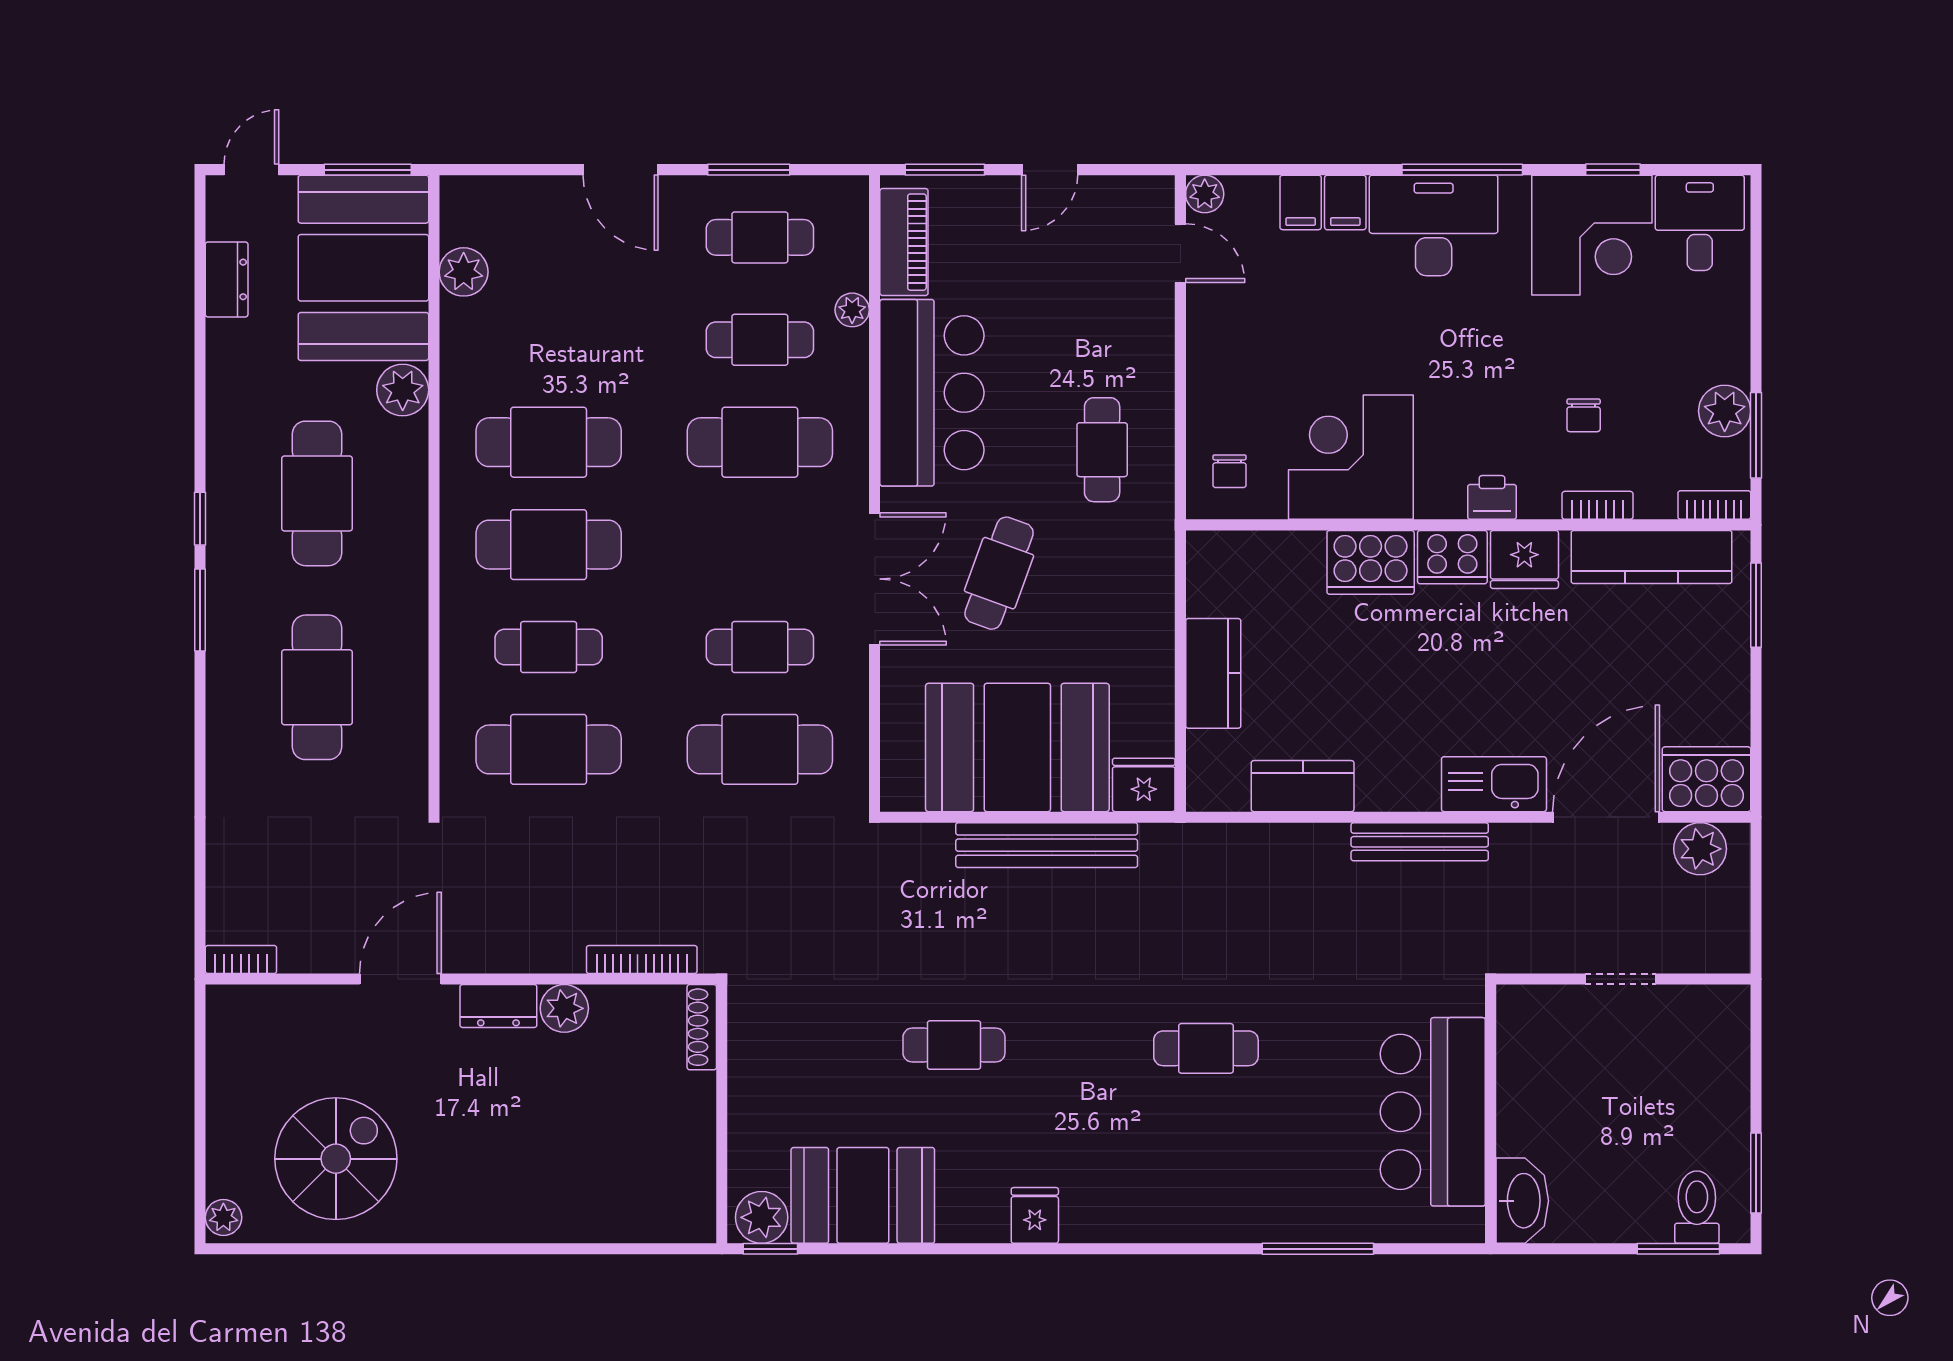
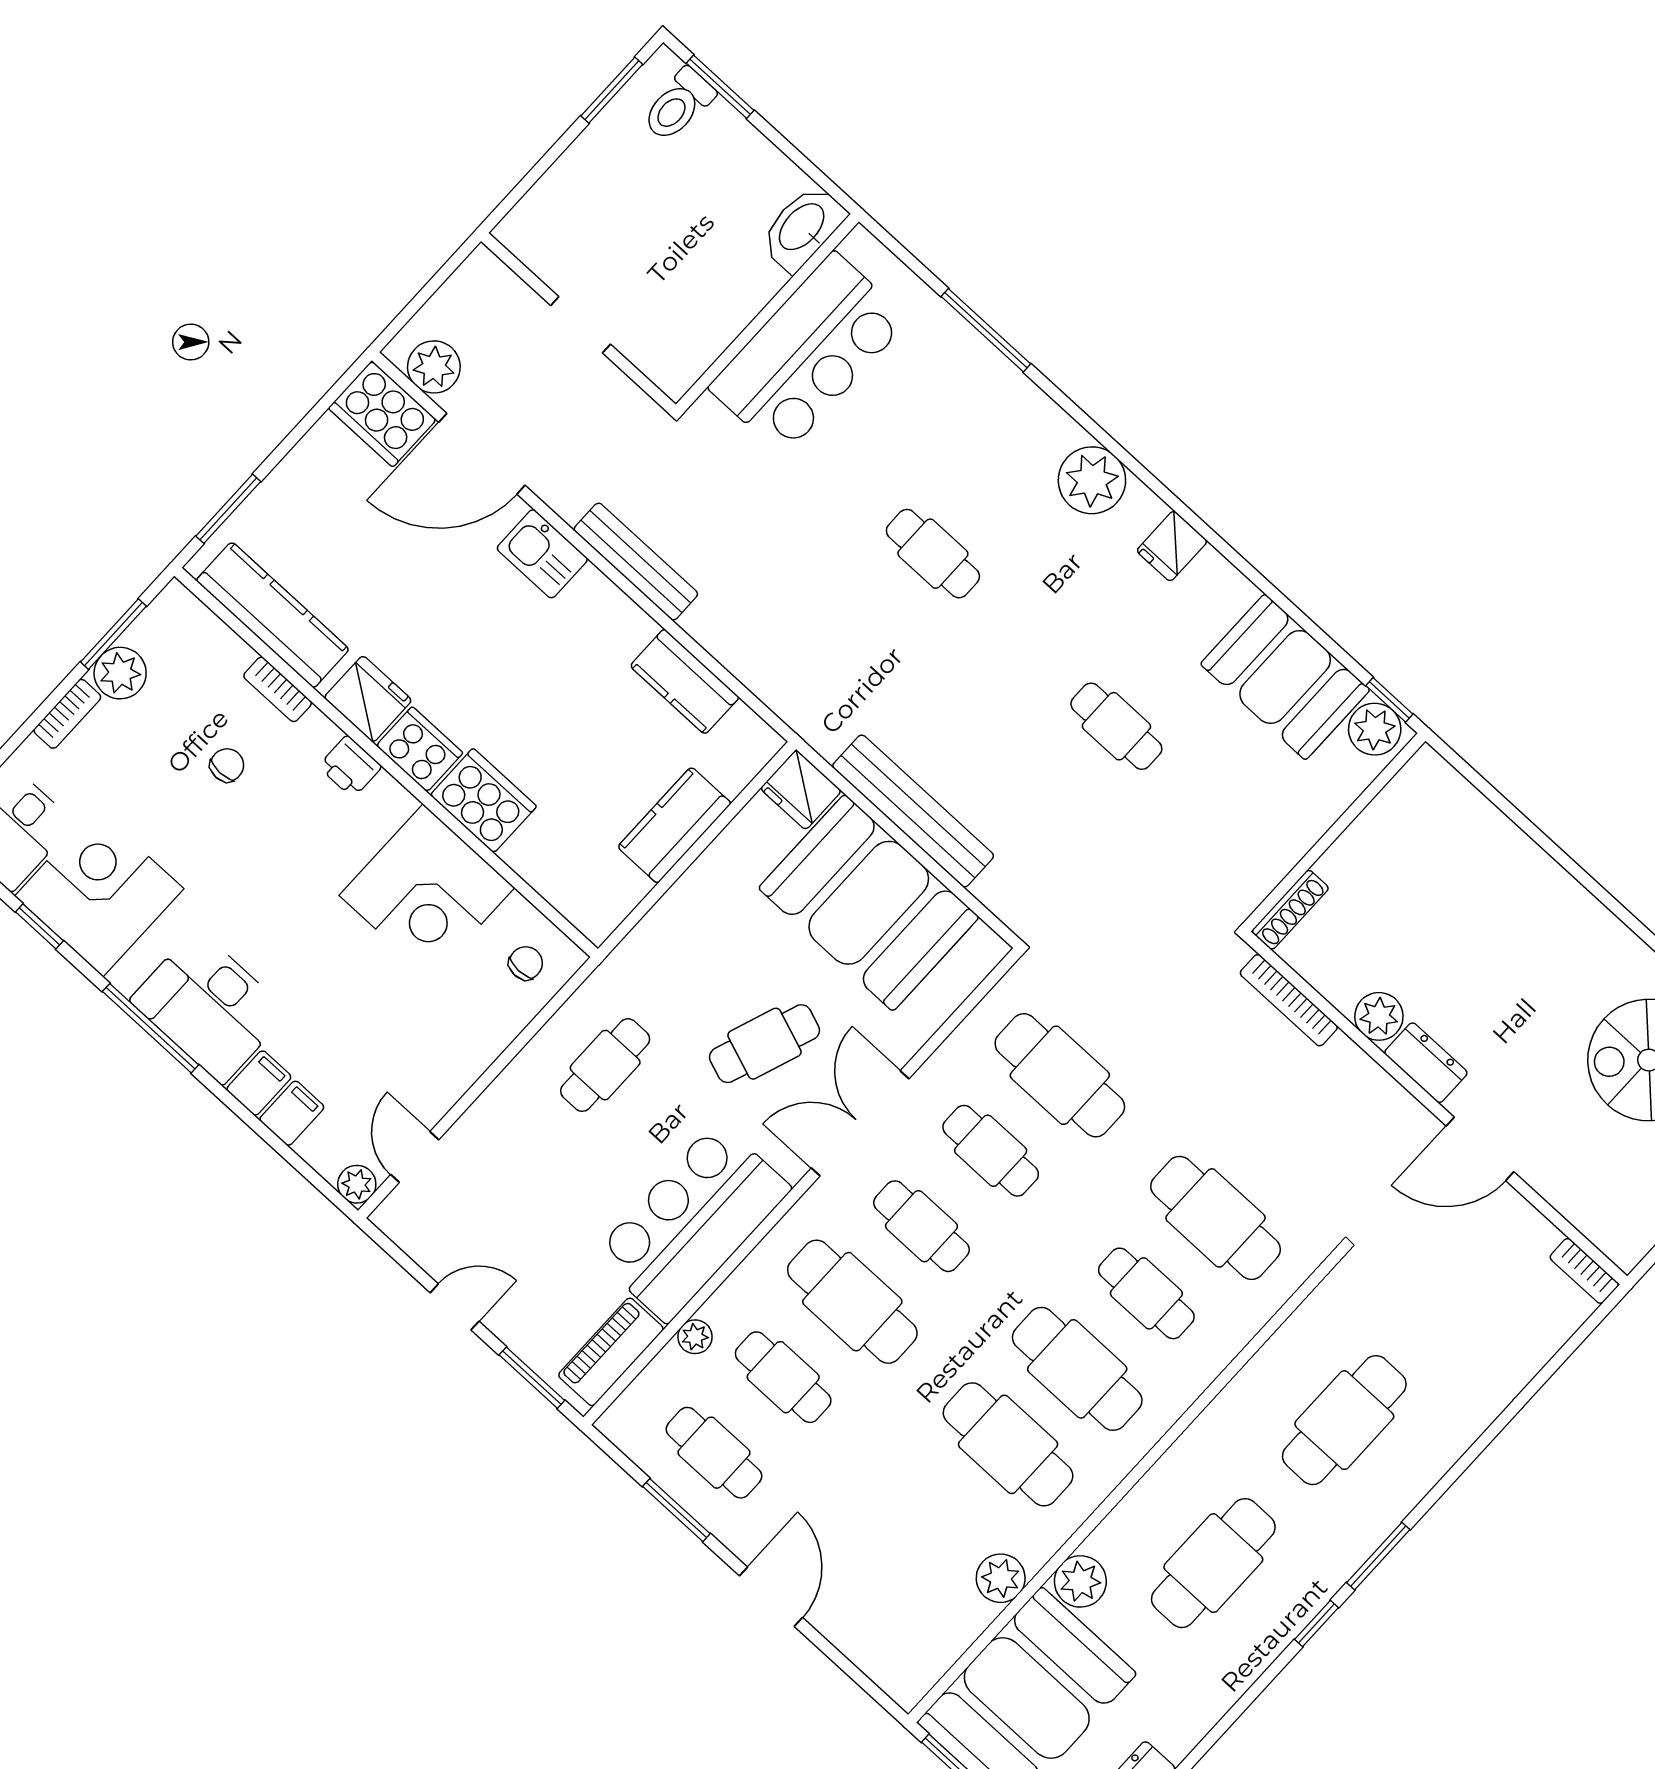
plant: (464, 272) -> (1001, 1578), moved
bookcase: (1714, 505) -> (67, 714), moved, turned -90
cafe table: (760, 545) -> (921, 1226), added
kitchen sink: (1494, 784) -> (542, 554), width x0.73
plant: (1138, 1210) -> (1092, 480), added

